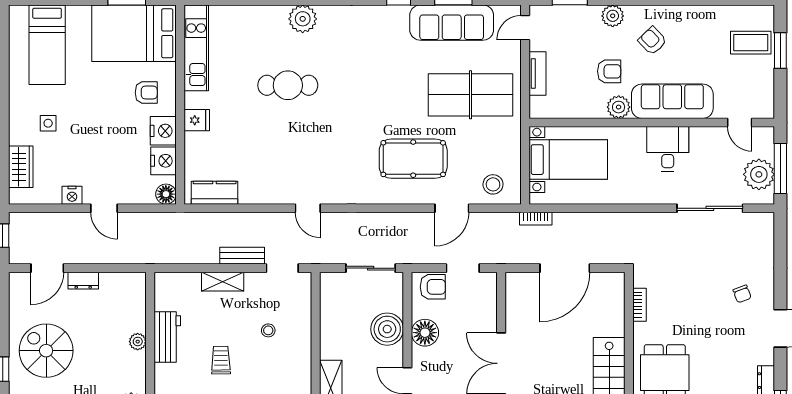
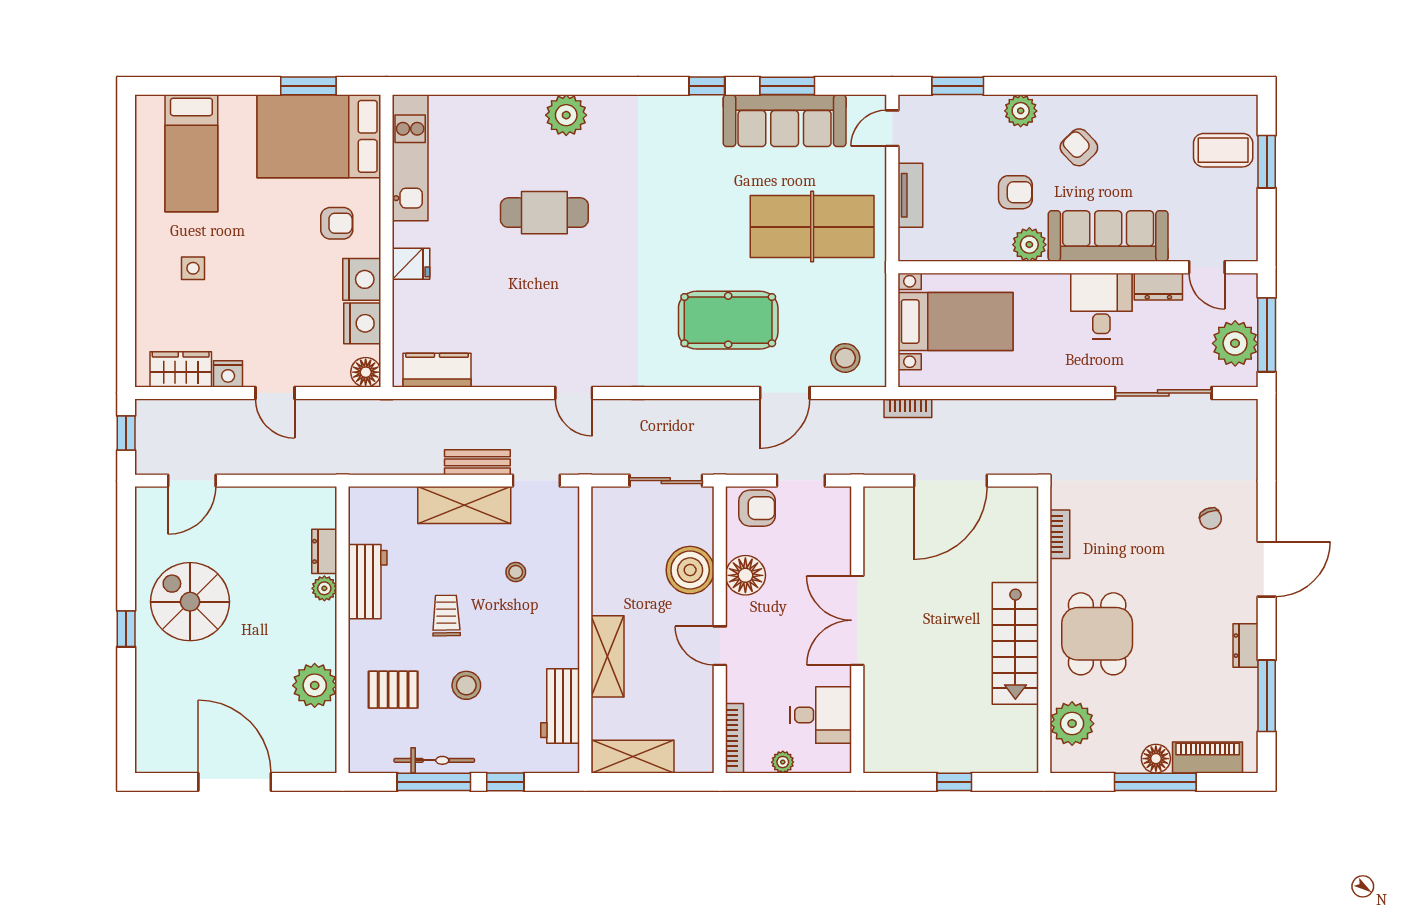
dresser: (707, 136) -> (1158, 287), added
wardrobe: (21, 167) -> (181, 369), moved, turned -90
dresser: (83, 281) -> (324, 551), moved, turned 90
shelving: (223, 282) -> (464, 505), width x1.50, depth x1.33

